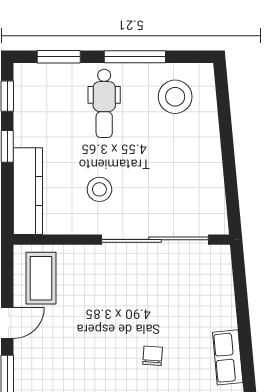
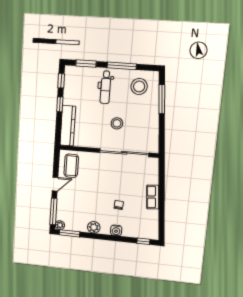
window: (225, 120) -> (162, 99), added
stool: (99, 189) -> (117, 123), moved
row of seats: (228, 357) -> (153, 197), moved

